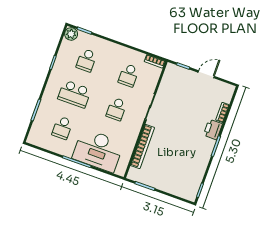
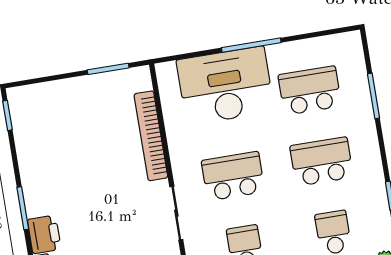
school desk: (116, 109) -> (233, 176), width x1.85
school desk: (62, 128) -> (310, 91), width x1.85

